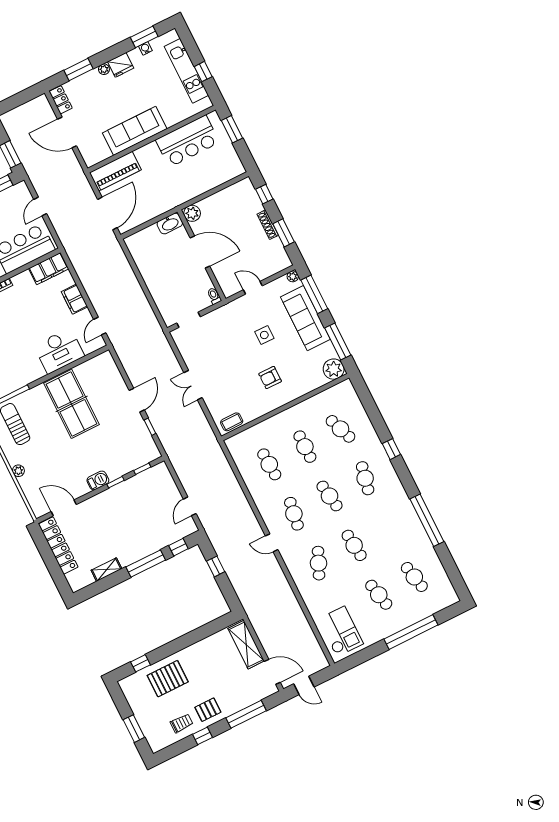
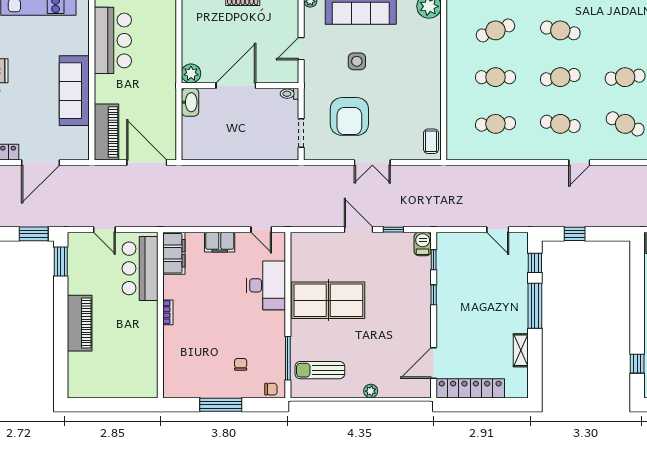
armchair: (270, 378) -> (349, 116), moved, width x1.88, depth x1.88
barbecue: (98, 480) -> (423, 244), moved

